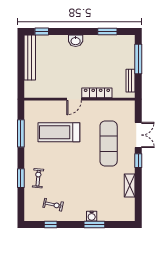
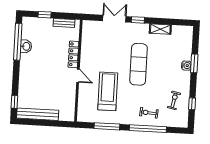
window: (107, 32) -> (18, 42), width x2.11
washbasin: (76, 41) -> (26, 46), moved
window: (138, 59) -> (45, 15), width x0.46
treadmill: (59, 132) -> (108, 91), turned 180
exercise mat: (109, 143) -> (139, 64), moved, turned 90
window: (21, 178) -> (148, 129), width x2.11

